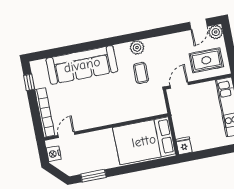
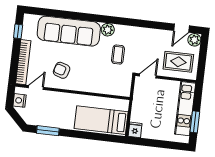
plant: (137, 48) -> (108, 30), moved
armchair: (87, 108) -> (62, 70), added
bed: (144, 141) -> (101, 120), width x0.67

